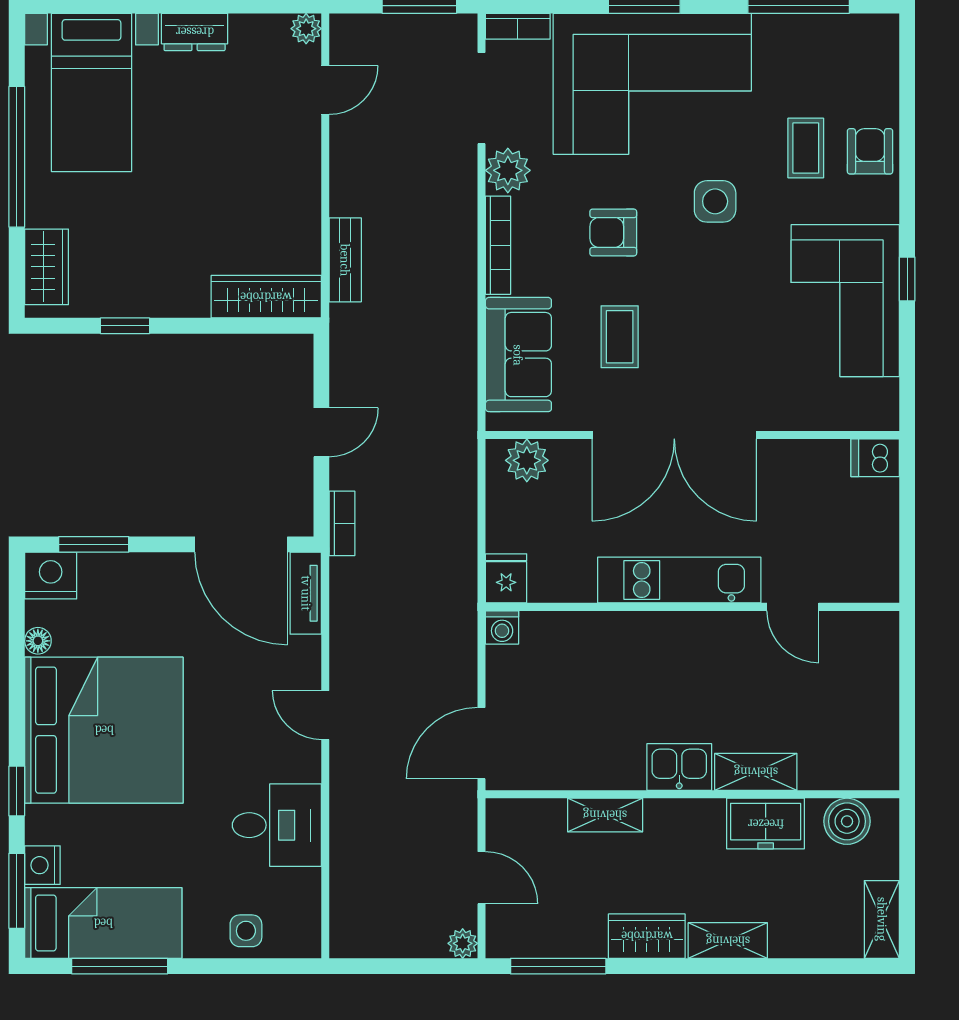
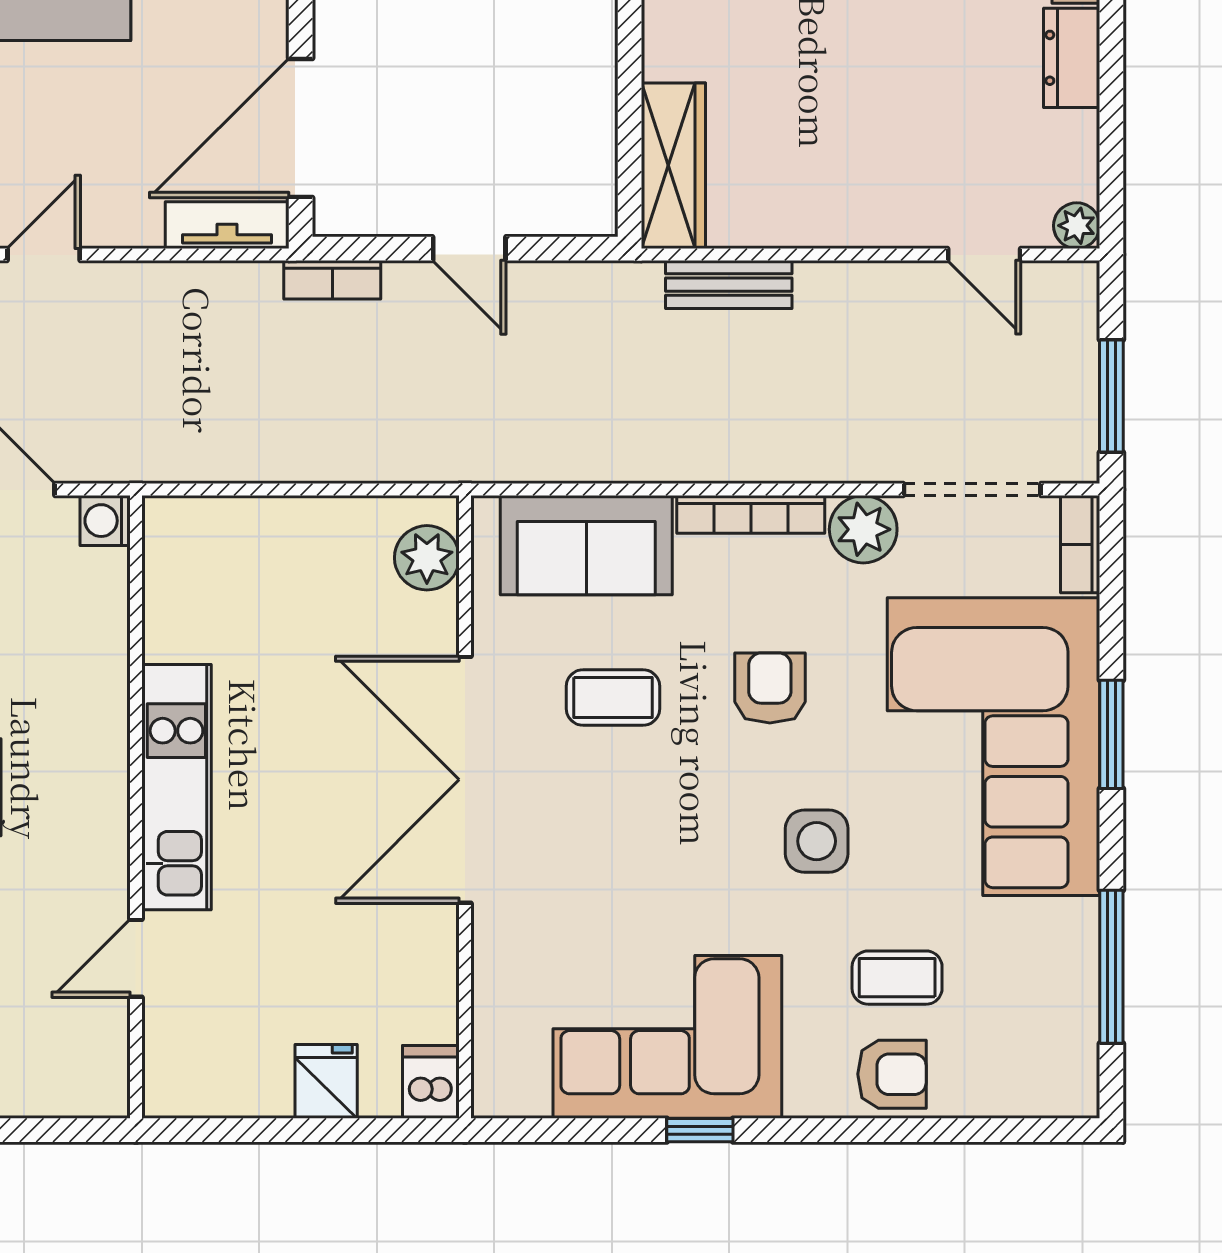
fridge: (506, 578) -> (326, 1081), moved, turned -90
kitchen unit: (679, 580) -> (176, 787), moved
wall: (692, 607) -> (136, 807), moved
door: (793, 607) -> (136, 958), moved
washing machine: (502, 627) -> (105, 521), moved

